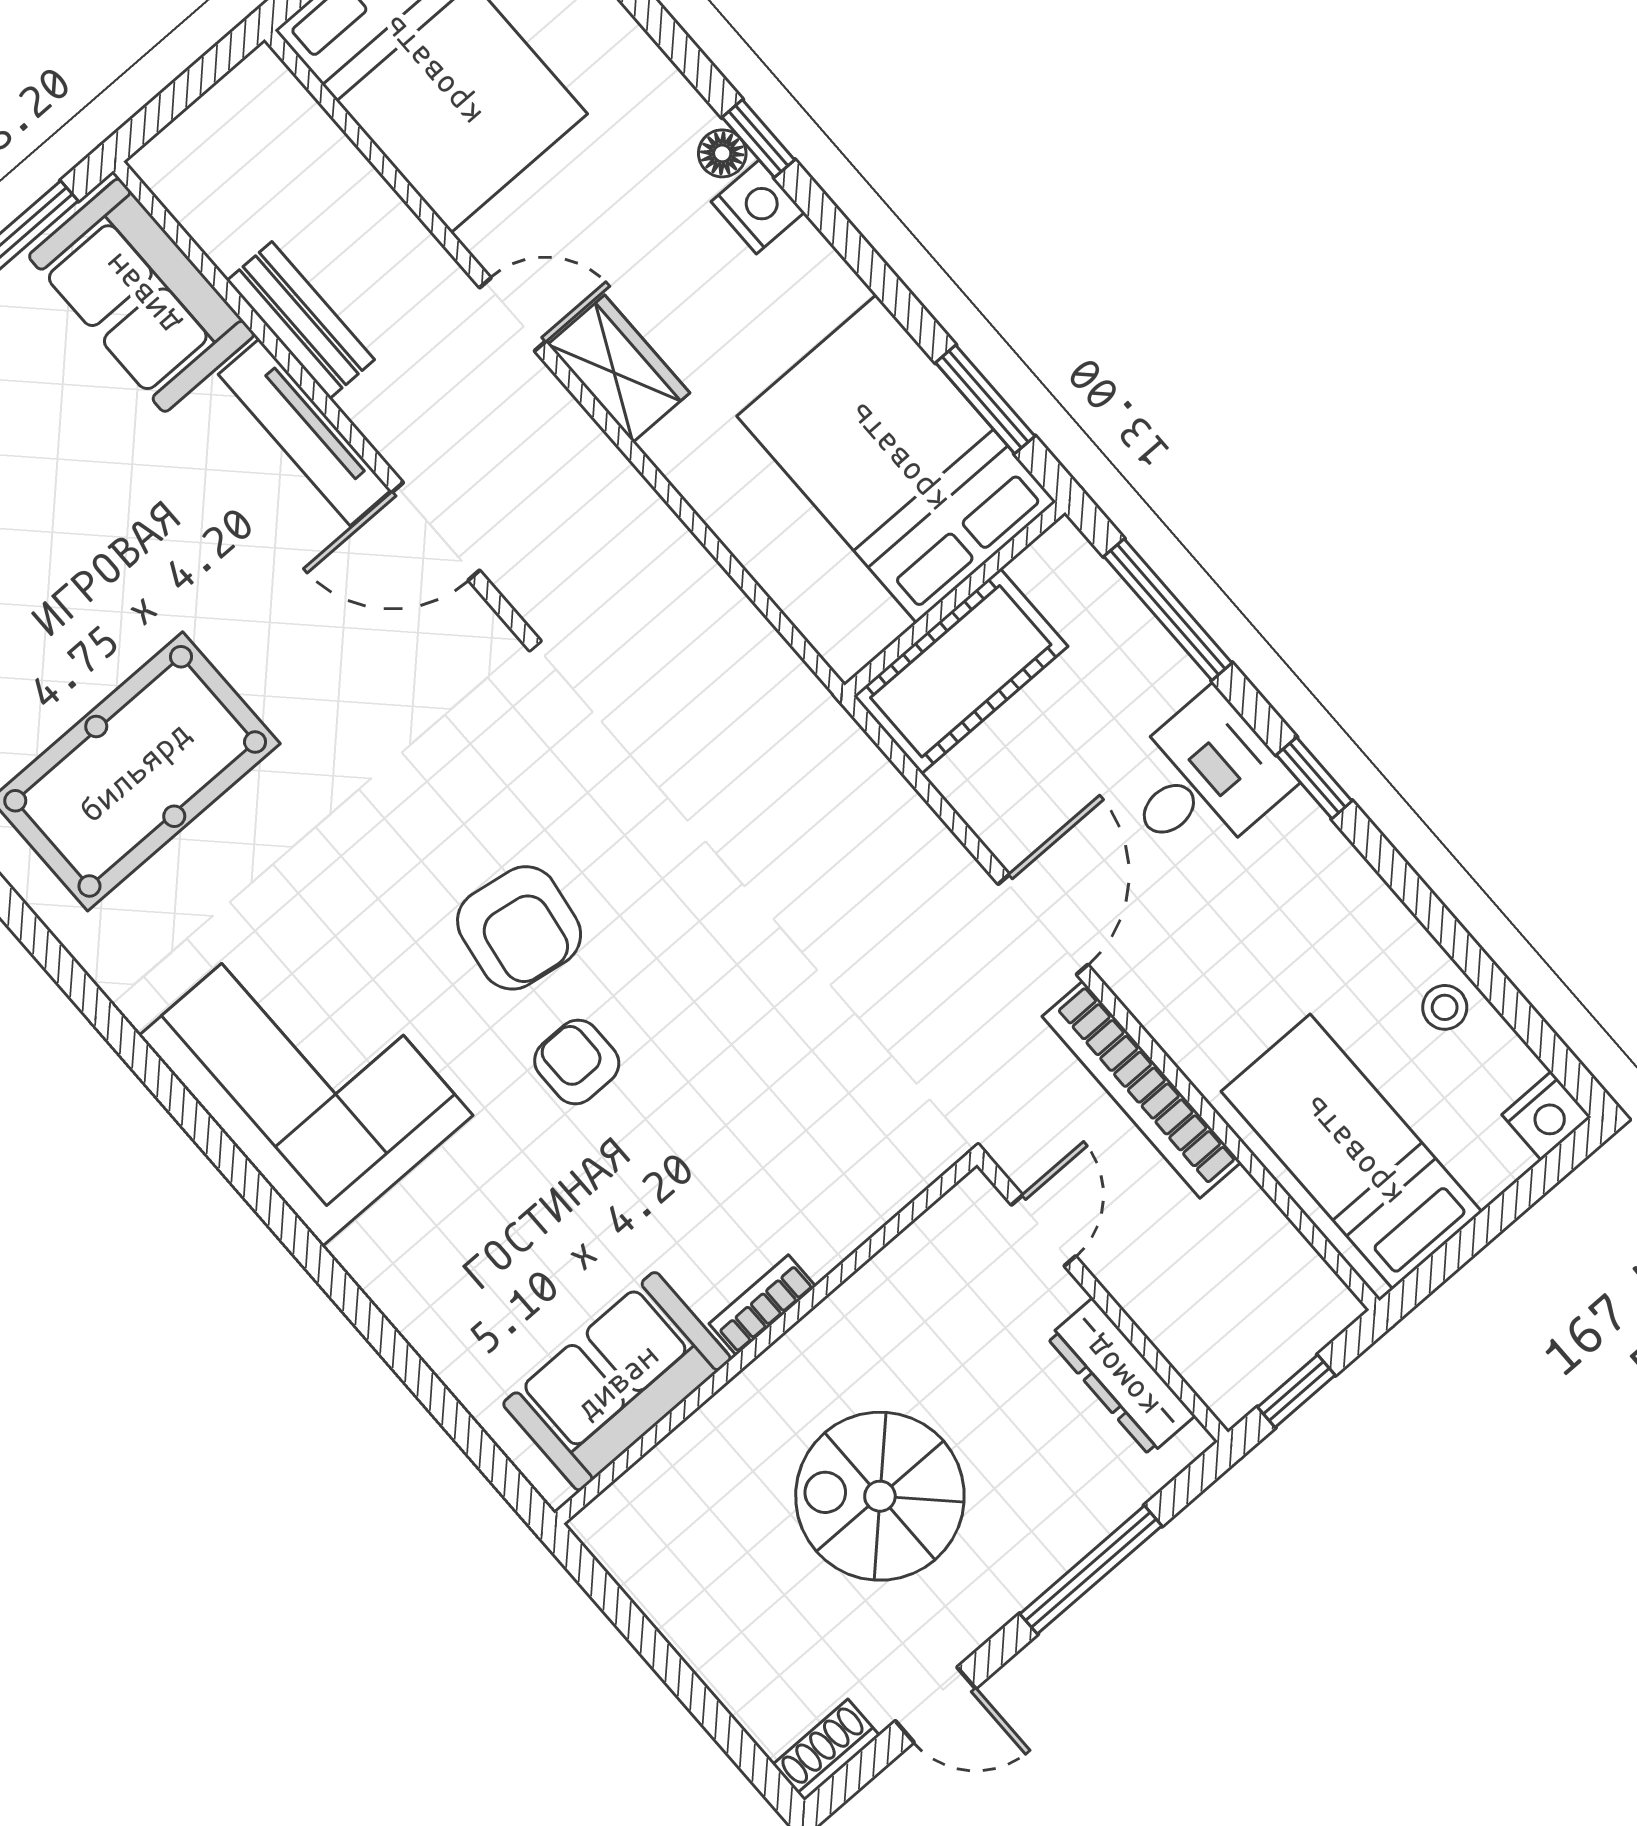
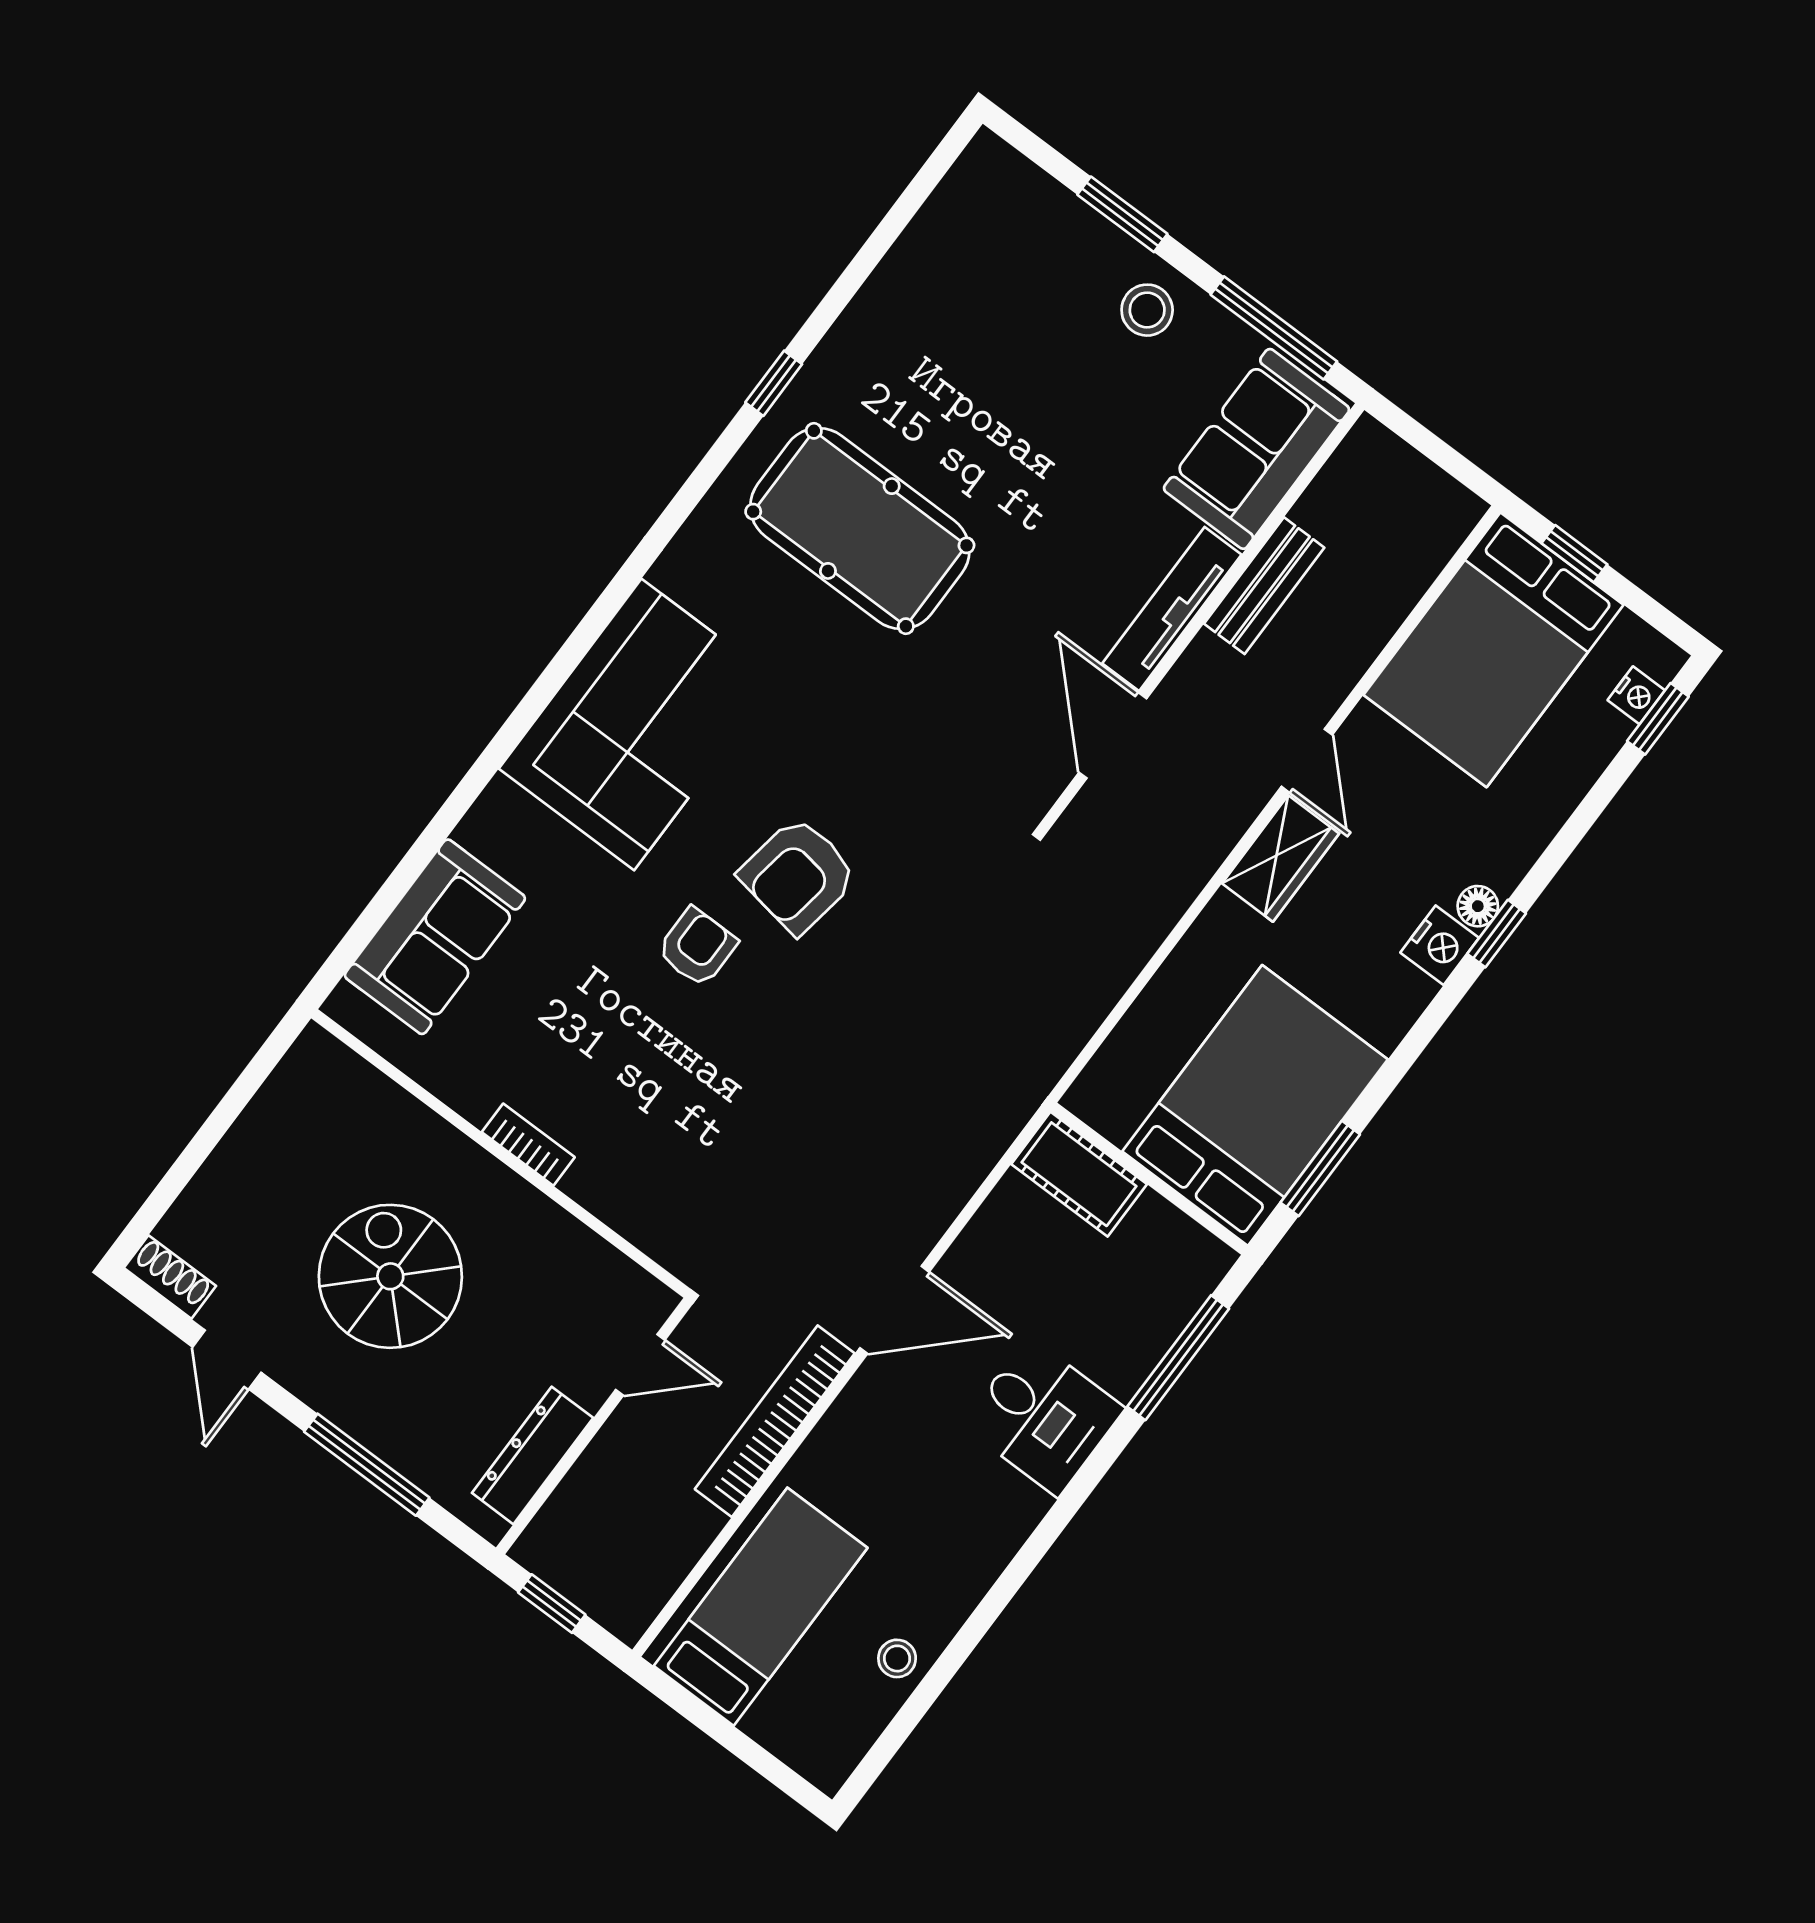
cot: (961, 671) -> (1079, 1174), width x0.73, depth x0.75
window: (1314, 778) -> (1064, 1509), removed
nightstand: (1546, 1116) -> (825, 1762), removed
sofa: (617, 1381) -> (435, 937), moved, turned 90

